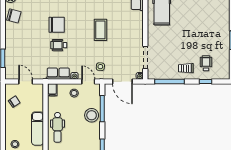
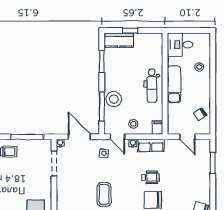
dental chair: (57, 127) -> (152, 86), turned 180

